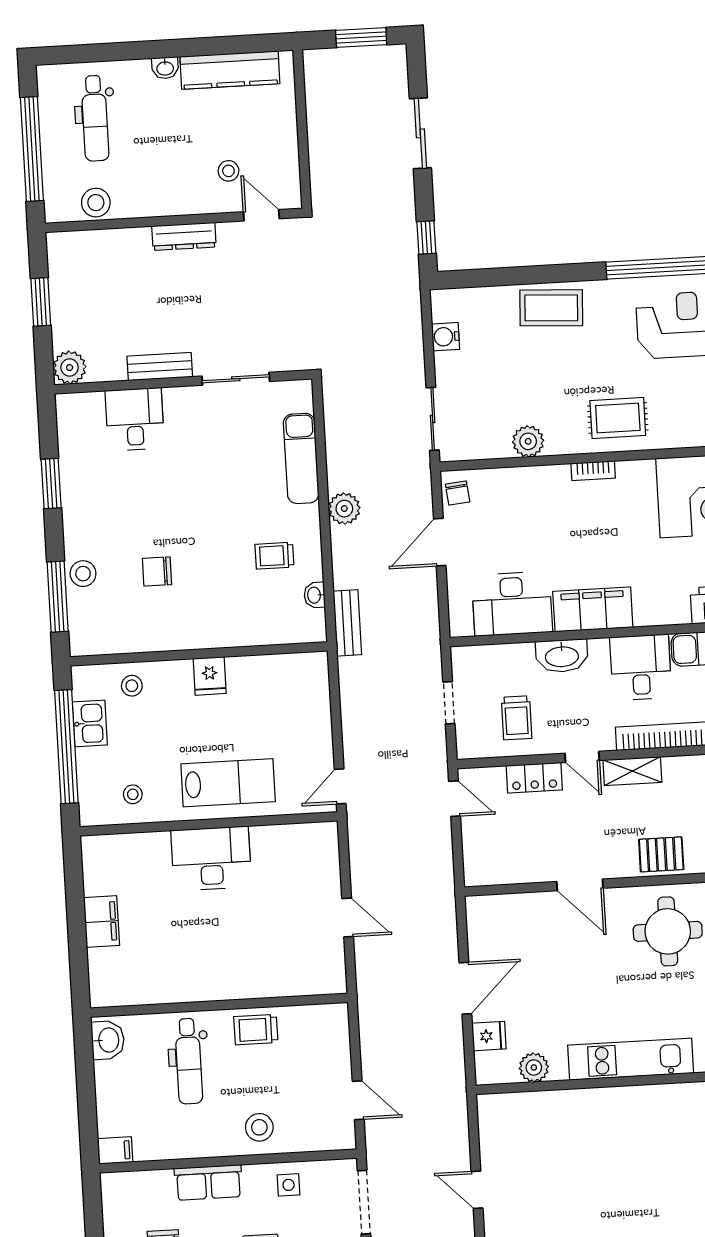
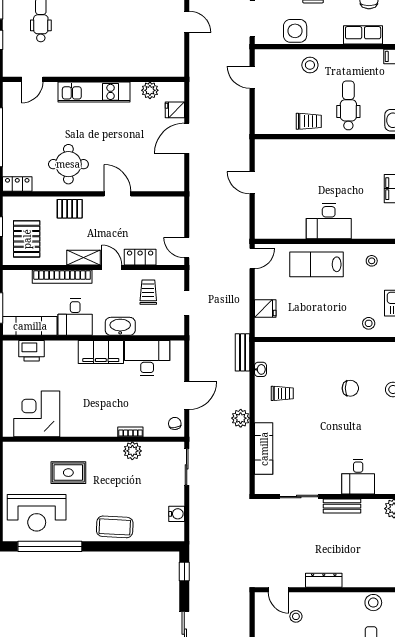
rug: (618, 418) -> (68, 473), moved
bookcase: (593, 471) -> (130, 432), moved
fridge: (210, 676) -> (265, 308), moved, turned 90
row of seats: (208, 1183) -> (363, 35), moved
side table: (289, 1185) -> (295, 31), width x1.87, depth x1.87

